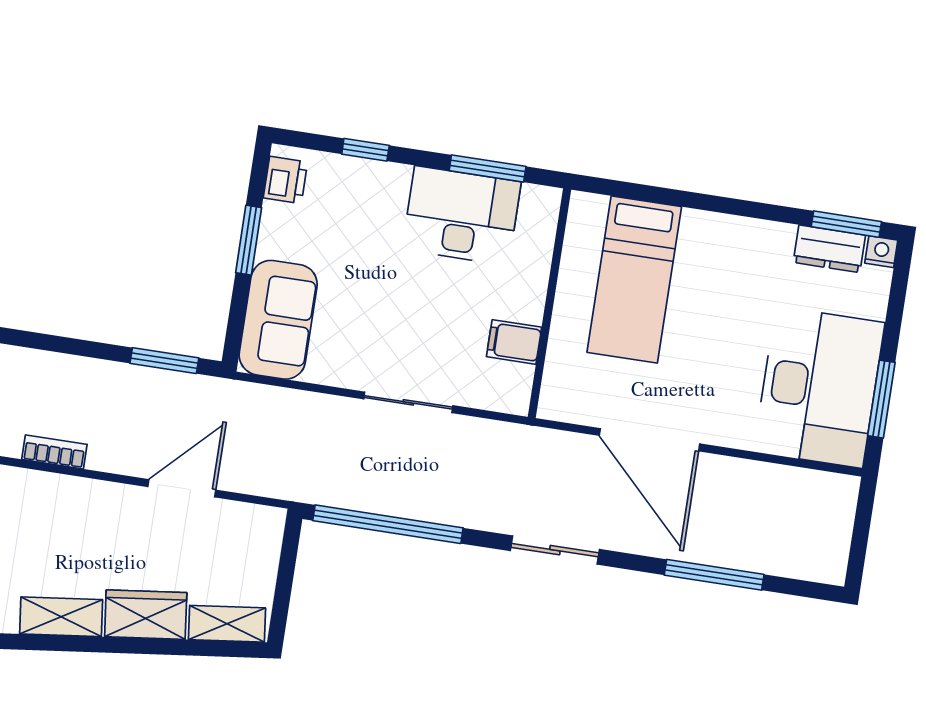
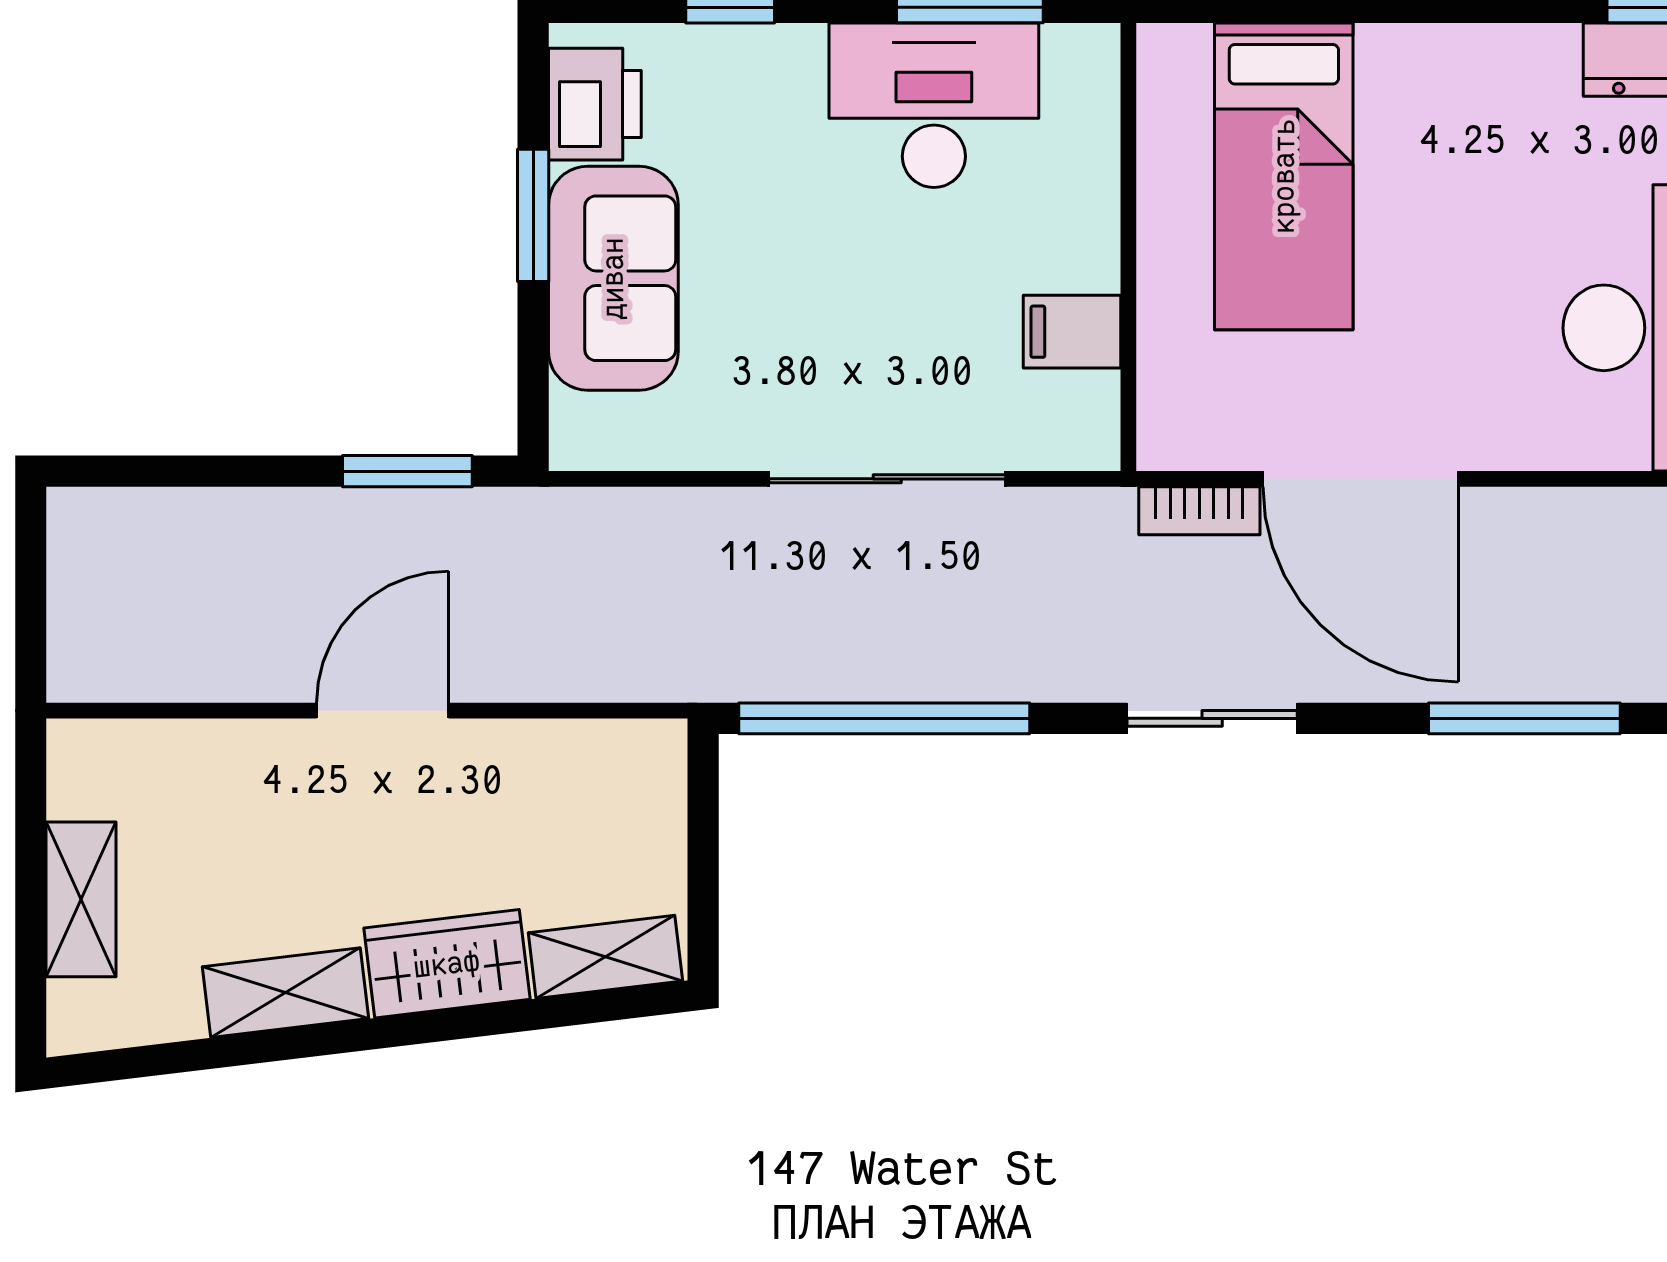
printer: (286, 180) -> (595, 104), width x1.36, depth x1.24
sofa: (278, 320) -> (613, 278), moved
sliding door: (408, 402) -> (887, 479), width x1.37
bookcase: (54, 452) -> (1199, 511), moved, turned 180
door: (182, 488) -> (383, 711), moved

